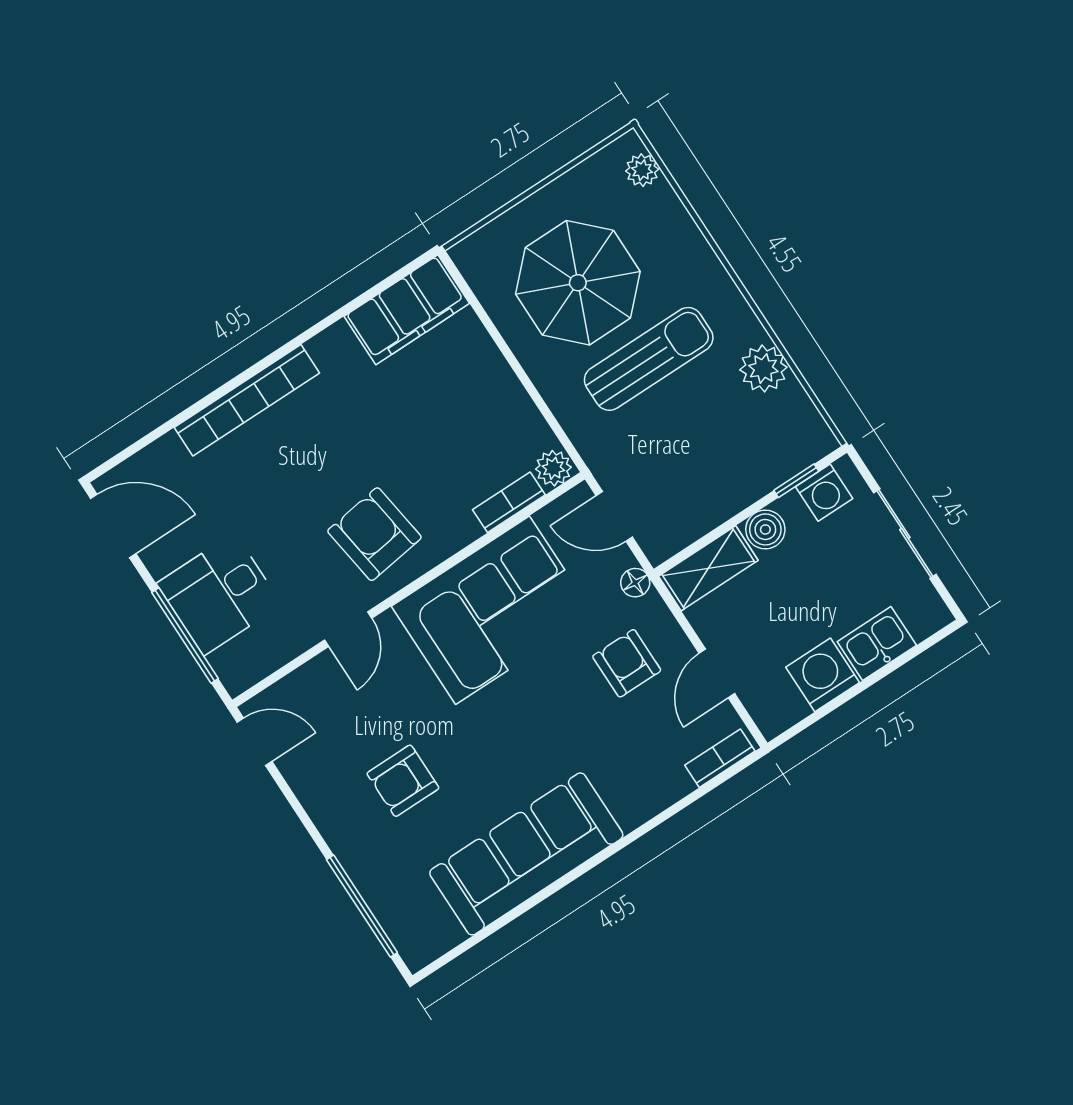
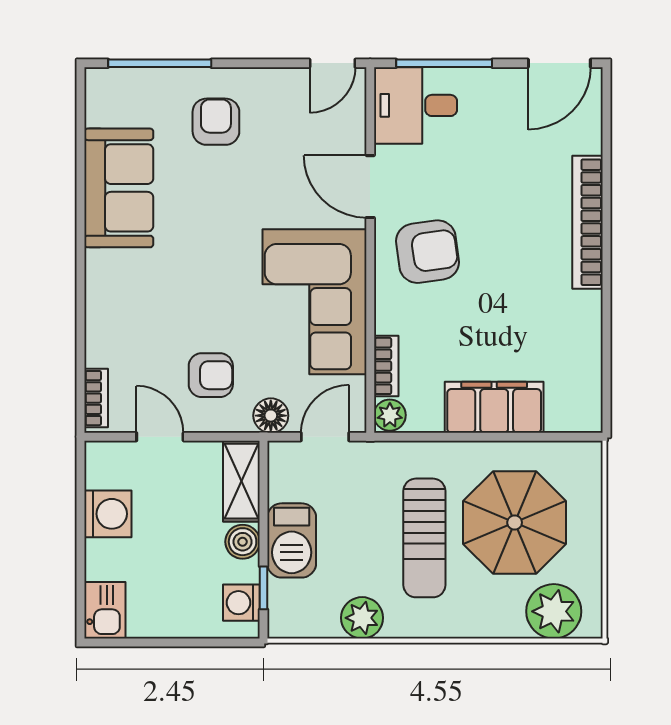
plant: (642, 170) -> (554, 611), width x1.87, depth x1.87
filing cabinet: (407, 310) -> (494, 407), moved, turned 90
barbecue: (734, 484) -> (292, 540), added
sliding door: (905, 534) -> (172, 643), removed
floor lamp: (635, 583) -> (271, 416), width x1.37, depth x1.37
desk: (219, 594) -> (415, 105), moved, turned -90
door: (348, 629) -> (370, 187), width x1.37
kitchen sink: (877, 643) -> (105, 610), moved
armchair: (403, 781) -> (216, 122), moved
sofa: (526, 854) -> (119, 188), width x0.73

